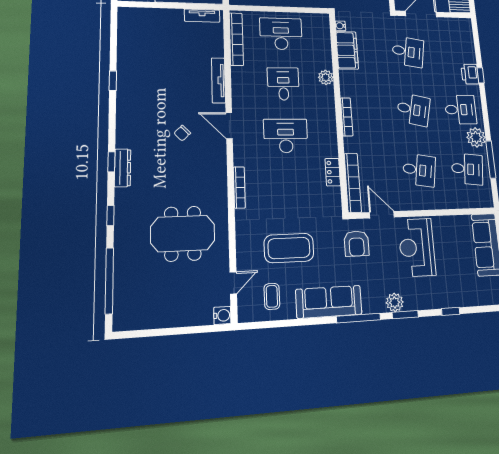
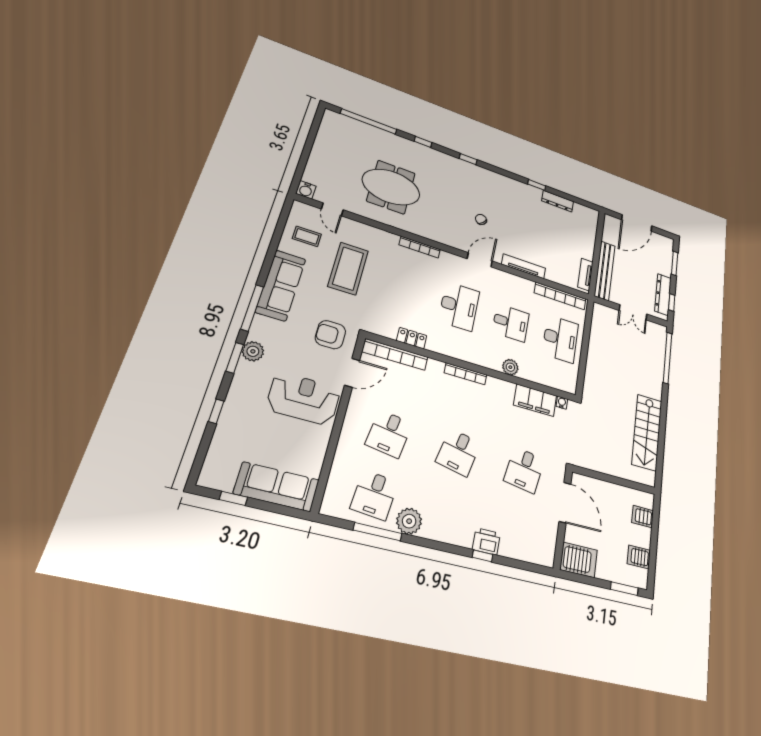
desk: (461, 110) -> (447, 513), removed
dresser: (123, 168) -> (558, 201), moved
meeting table: (183, 234) -> (391, 187), turned 90

